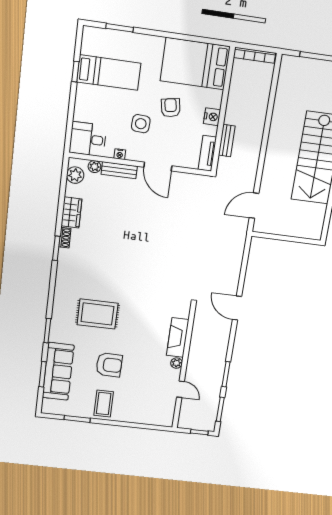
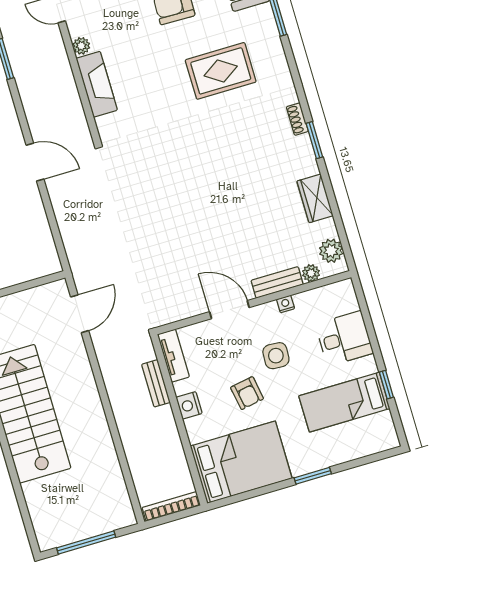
window: (120, 28) -> (313, 476), moved
desk: (88, 139) -> (344, 338), moved
shoe rack: (65, 238) -> (297, 119), moved

